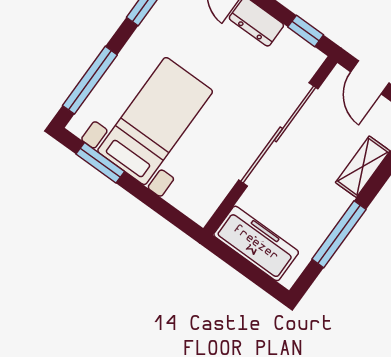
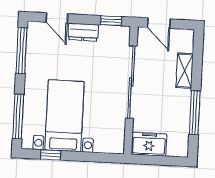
window: (100, 163) -> (51, 155), width x0.67
freezer: (256, 243) -> (149, 144), width x0.71

